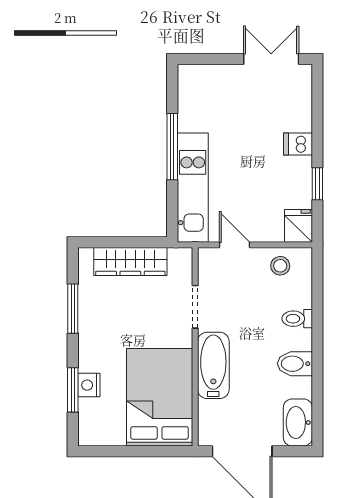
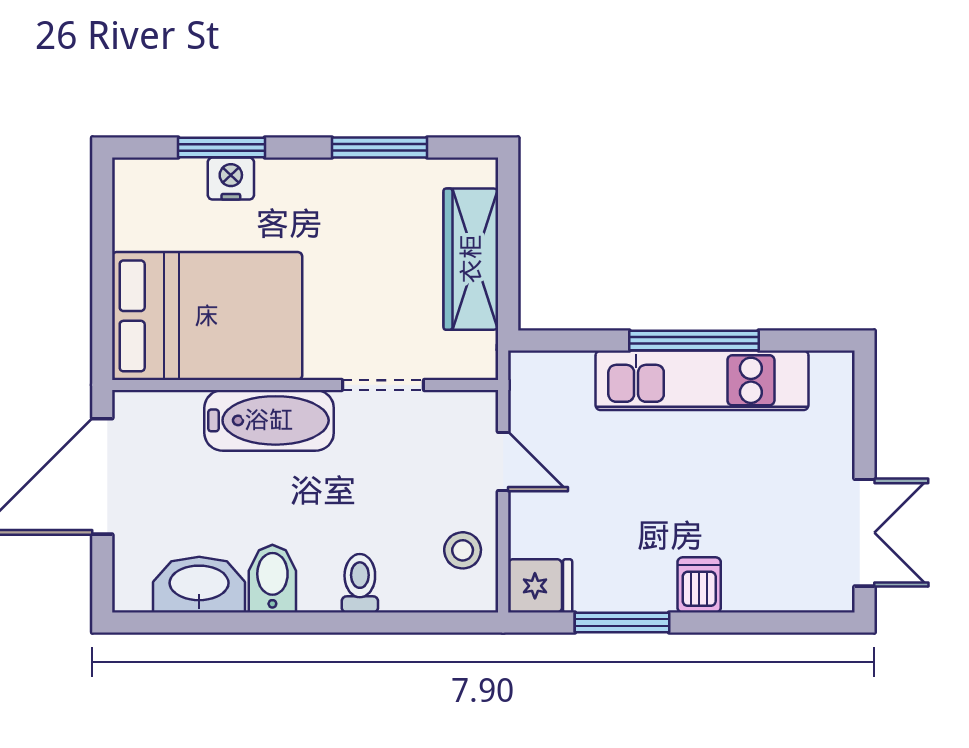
window: (317, 184) -> (622, 623), width x1.50
kitchen unit: (193, 188) -> (702, 380), moved
door: (234, 245) -> (503, 462), hinge flipped
washbasin: (298, 422) -> (199, 585), moved

